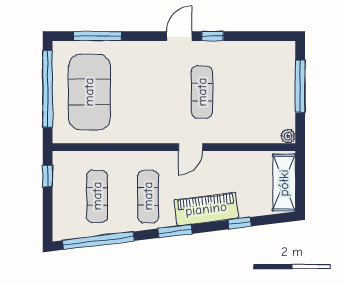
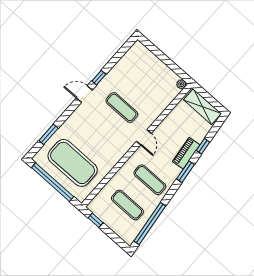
window: (97, 36) -> (48, 134), width x0.69
door: (179, 36) -> (84, 94), hinge flipped
window: (300, 86) -> (162, 57), removed
piano: (206, 209) -> (186, 153), width x0.73, depth x0.75
window: (175, 231) -> (185, 172), moved

